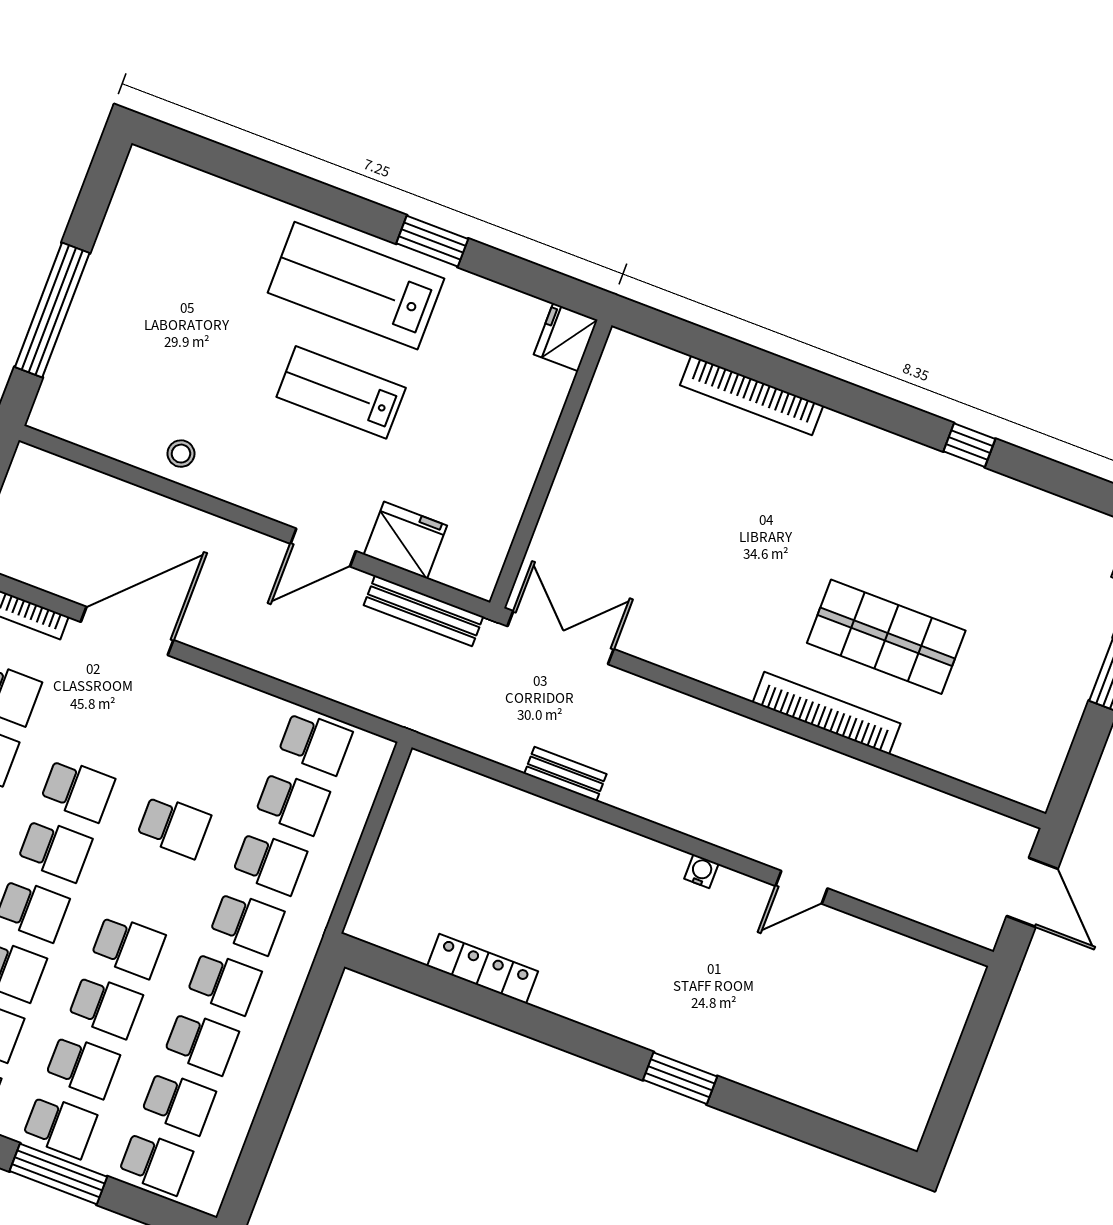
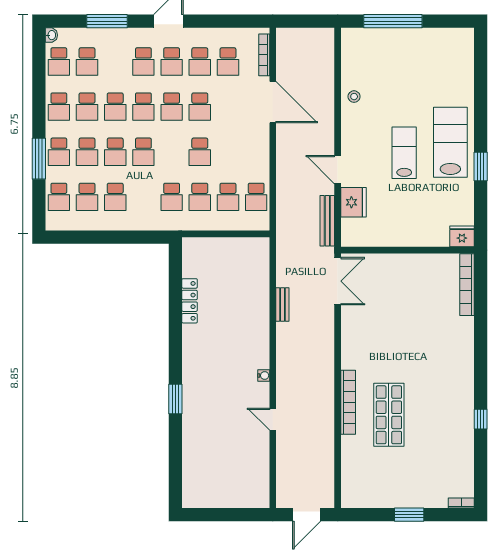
bookcase: (752, 395) -> (467, 285), moved
school desk: (224, 983) -> (143, 197), removed

